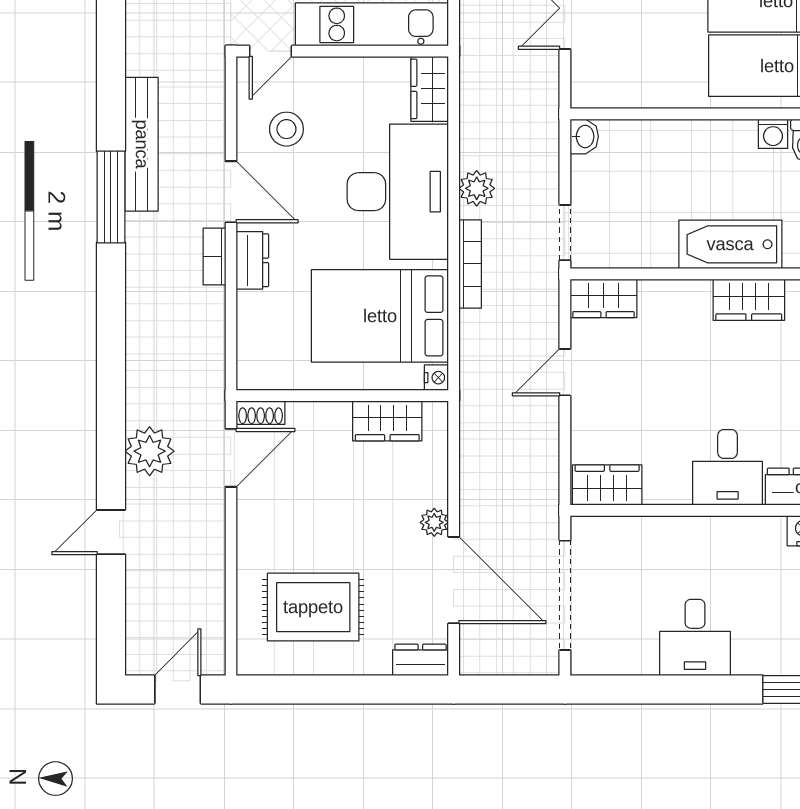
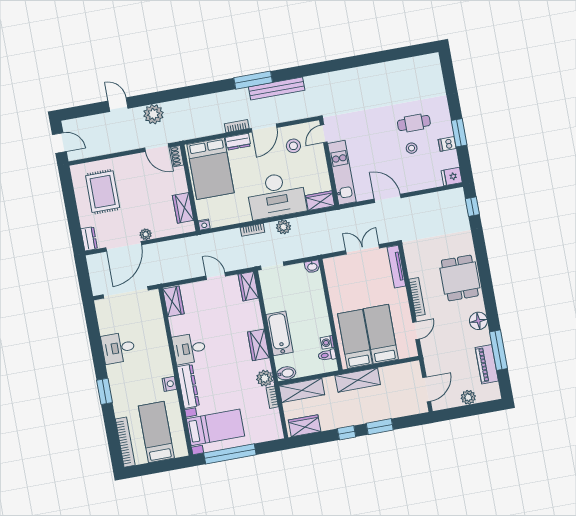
door: (271, 51) -> (324, 134), hinge flipped
bookcase: (470, 264) -> (252, 230), width x0.64
bed: (380, 316) -> (210, 169), moved, turned 180

